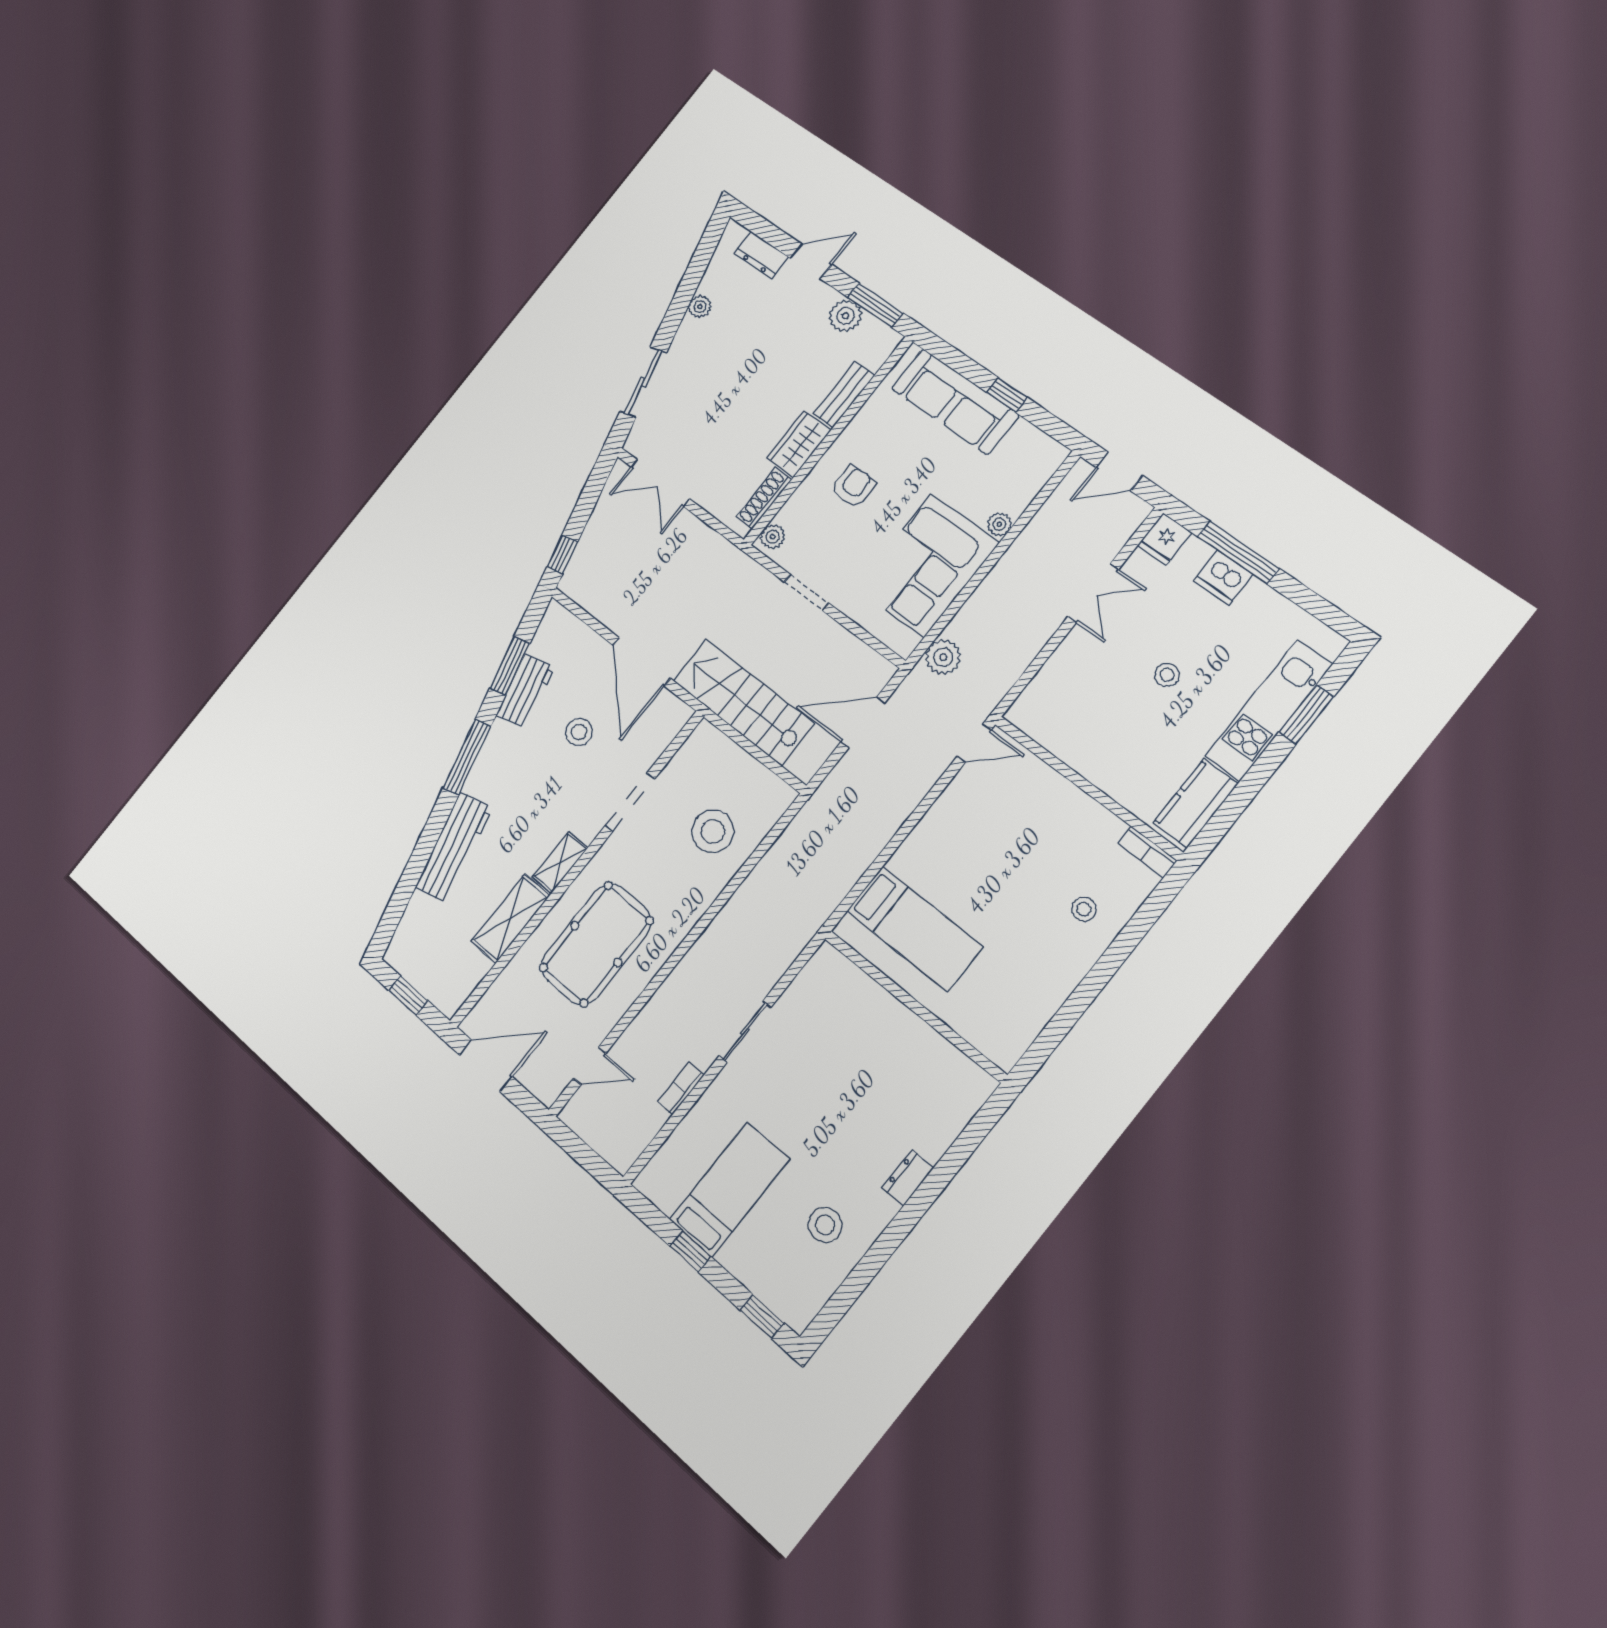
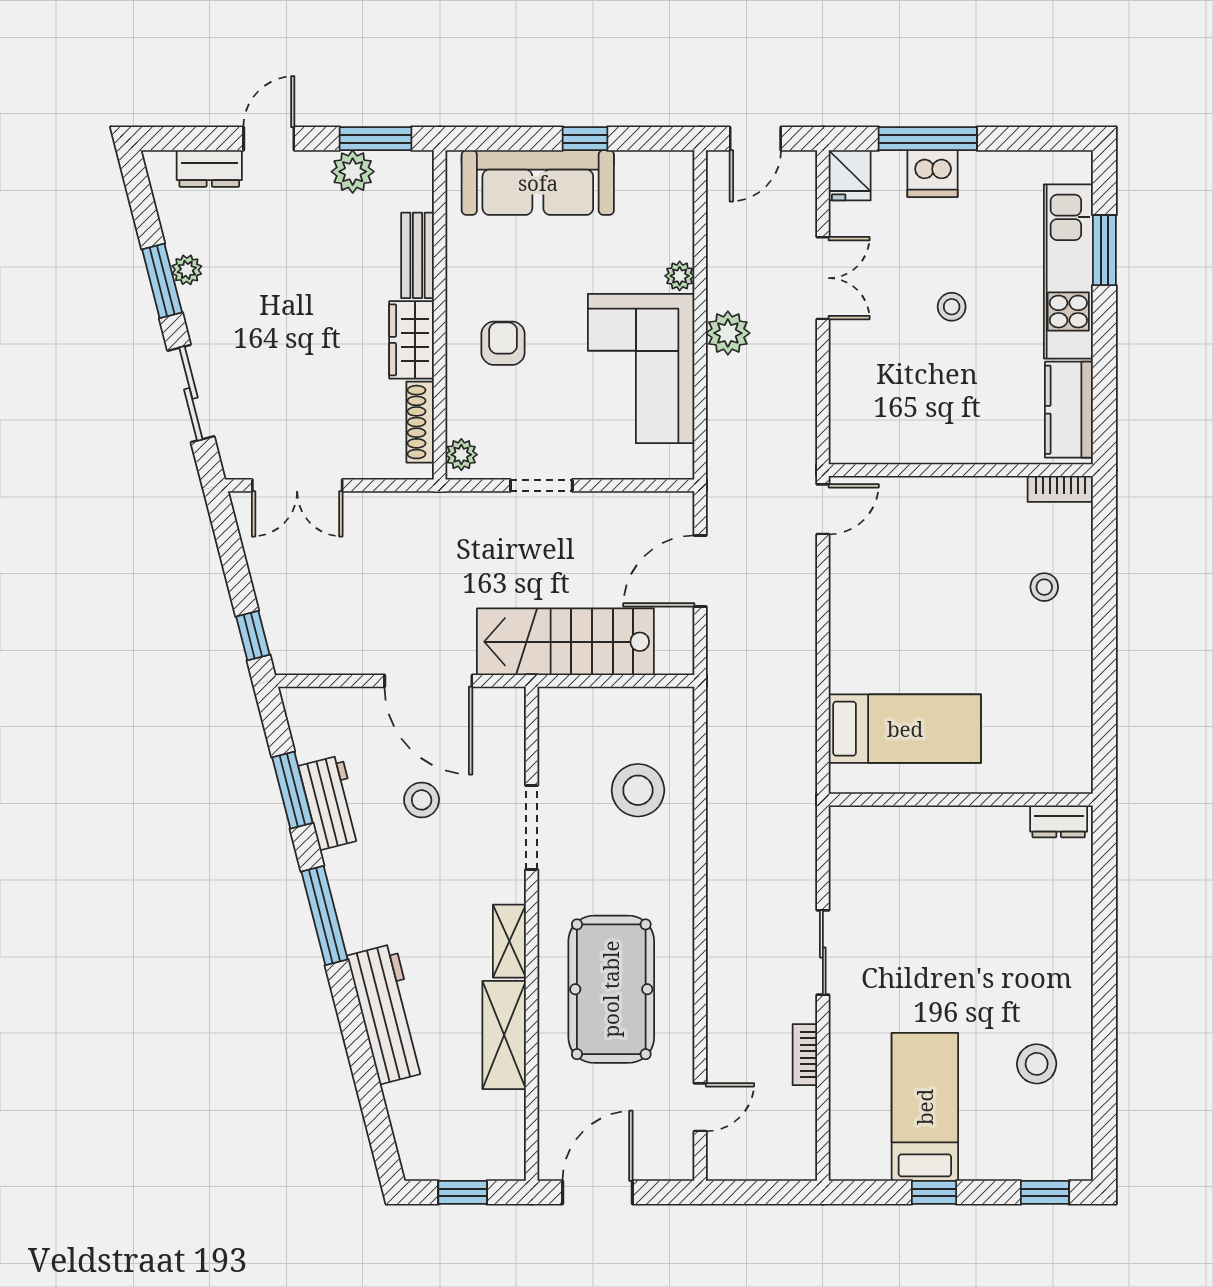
window: (680, 303) -> (162, 281), added
plant: (943, 657) -> (728, 333), moved
dresser: (908, 1178) -> (1059, 821), moved, turned -90

